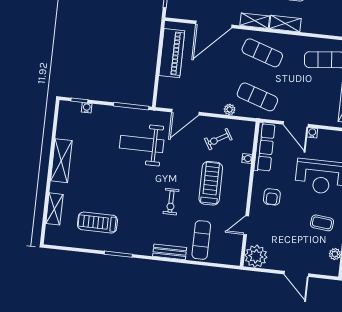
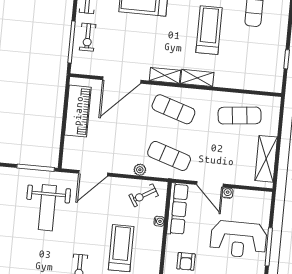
exercise bike: (218, 139) -> (144, 195), moved
weight bench: (142, 144) -> (47, 208), turned -90

